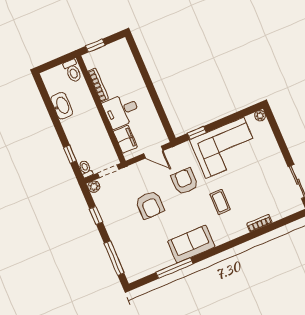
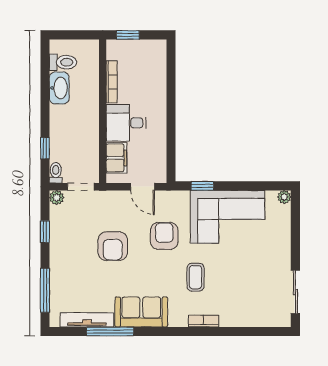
toilet: (73, 71) -> (63, 62), moved, turned -90
bookcase: (259, 223) -> (203, 321), moved
tv unit: (154, 267) -> (87, 320), added

